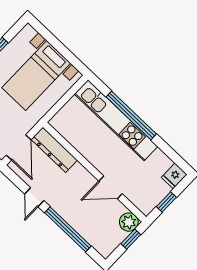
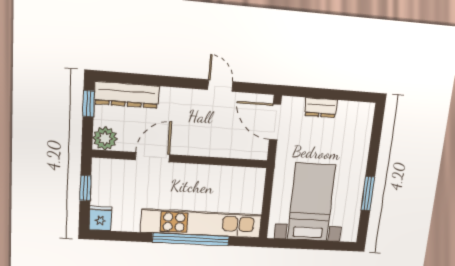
dresser: (54, 150) -> (127, 95), moved, turned 180
window: (68, 229) -> (160, 81), removed
window: (131, 239) -> (89, 104), moved

